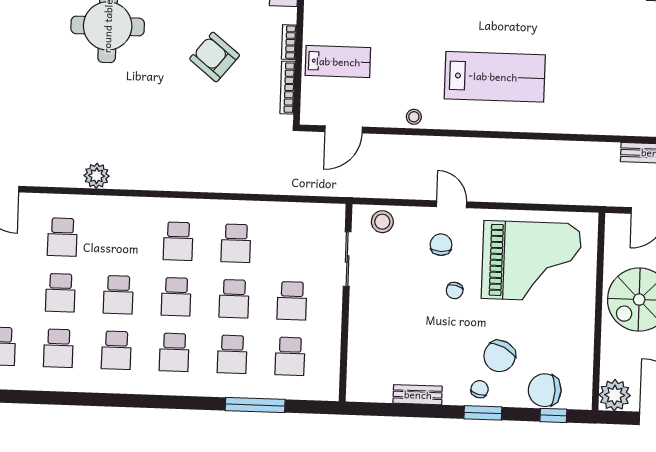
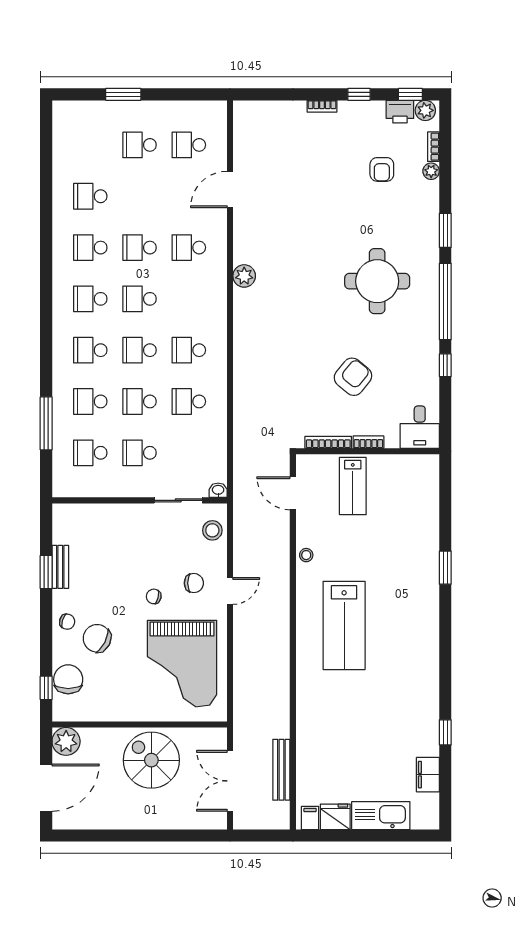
washbasin: (337, 214) -> (218, 490), added
window: (483, 413) -> (46, 572), moved

